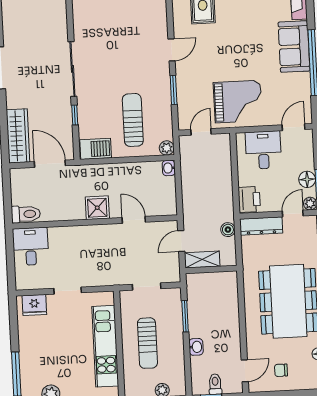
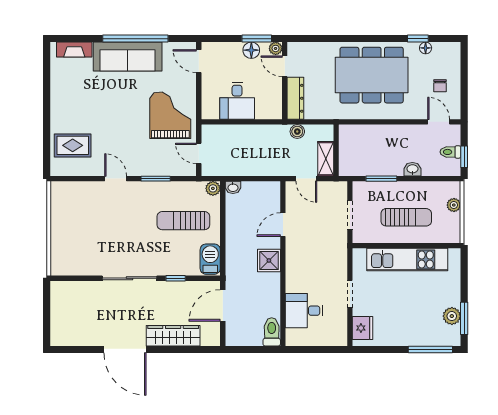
sofa: (294, 47) -> (128, 57), width x1.36
wardrobe: (18, 136) -> (173, 336), moved
desk: (263, 150) -> (237, 101), moved, turned -90
printer: (249, 199) -> (268, 109), removed
desk: (31, 246) -> (304, 311), moved

